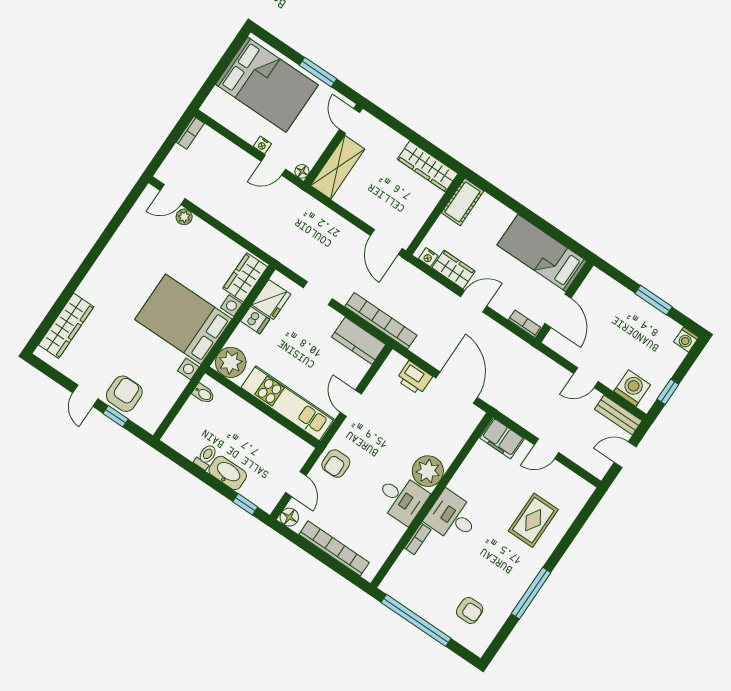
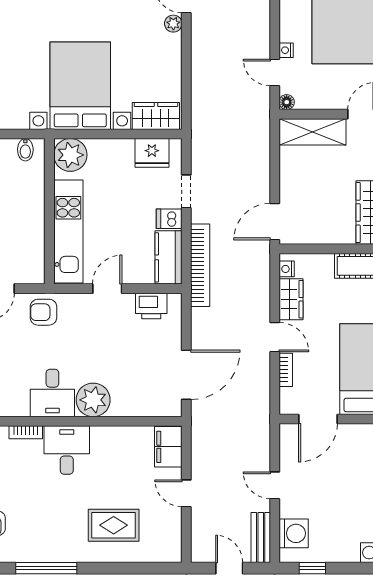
dishwasher: (255, 320) -> (169, 219), moved, turned 90
bookcase: (524, 324) -> (286, 370), moved
printer: (414, 378) -> (151, 306), moved, turned -90

